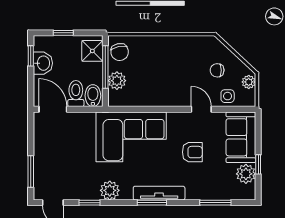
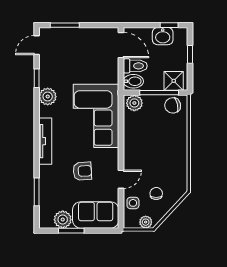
plant: (117, 81) -> (134, 103), moved
door: (53, 109) -> (121, 45), hinge flipped
armchair: (192, 152) -> (82, 171), turned -94
window: (258, 164) -> (71, 231), width x1.50
window: (152, 203) -> (37, 135), removed

